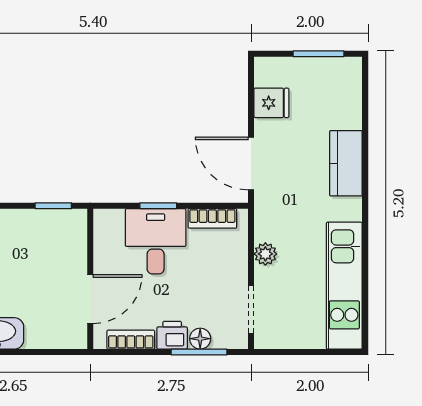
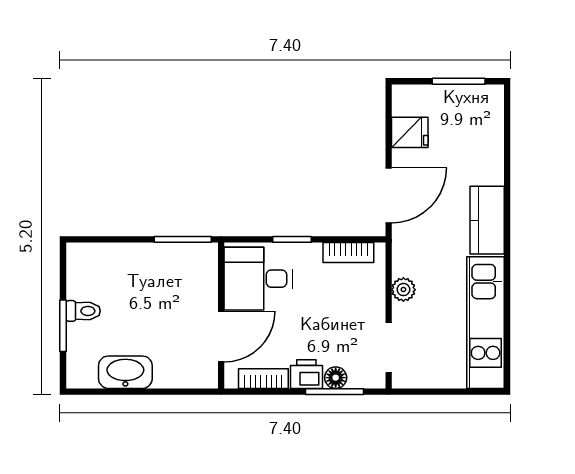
door: (251, 163) -> (389, 195), swing flipped
kitchen counter: (346, 163) -> (487, 220), moved
window: (53, 206) -> (183, 239), width x1.50
desk: (156, 241) -> (258, 279), moved, turned -90

